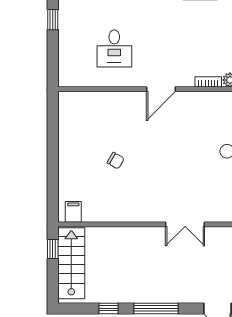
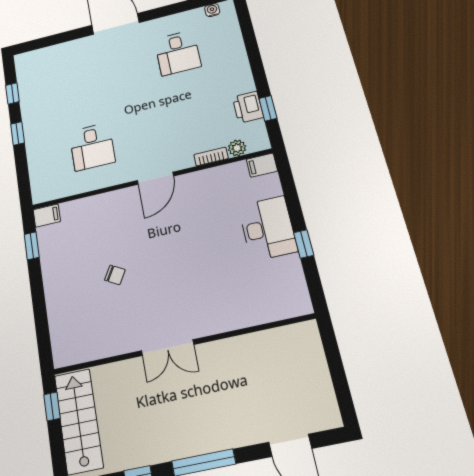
window: (53, 122) -> (32, 246), added
filing cabinet: (73, 212) -> (47, 216), moved, turned 90
double door: (185, 224) -> (167, 348), moved

